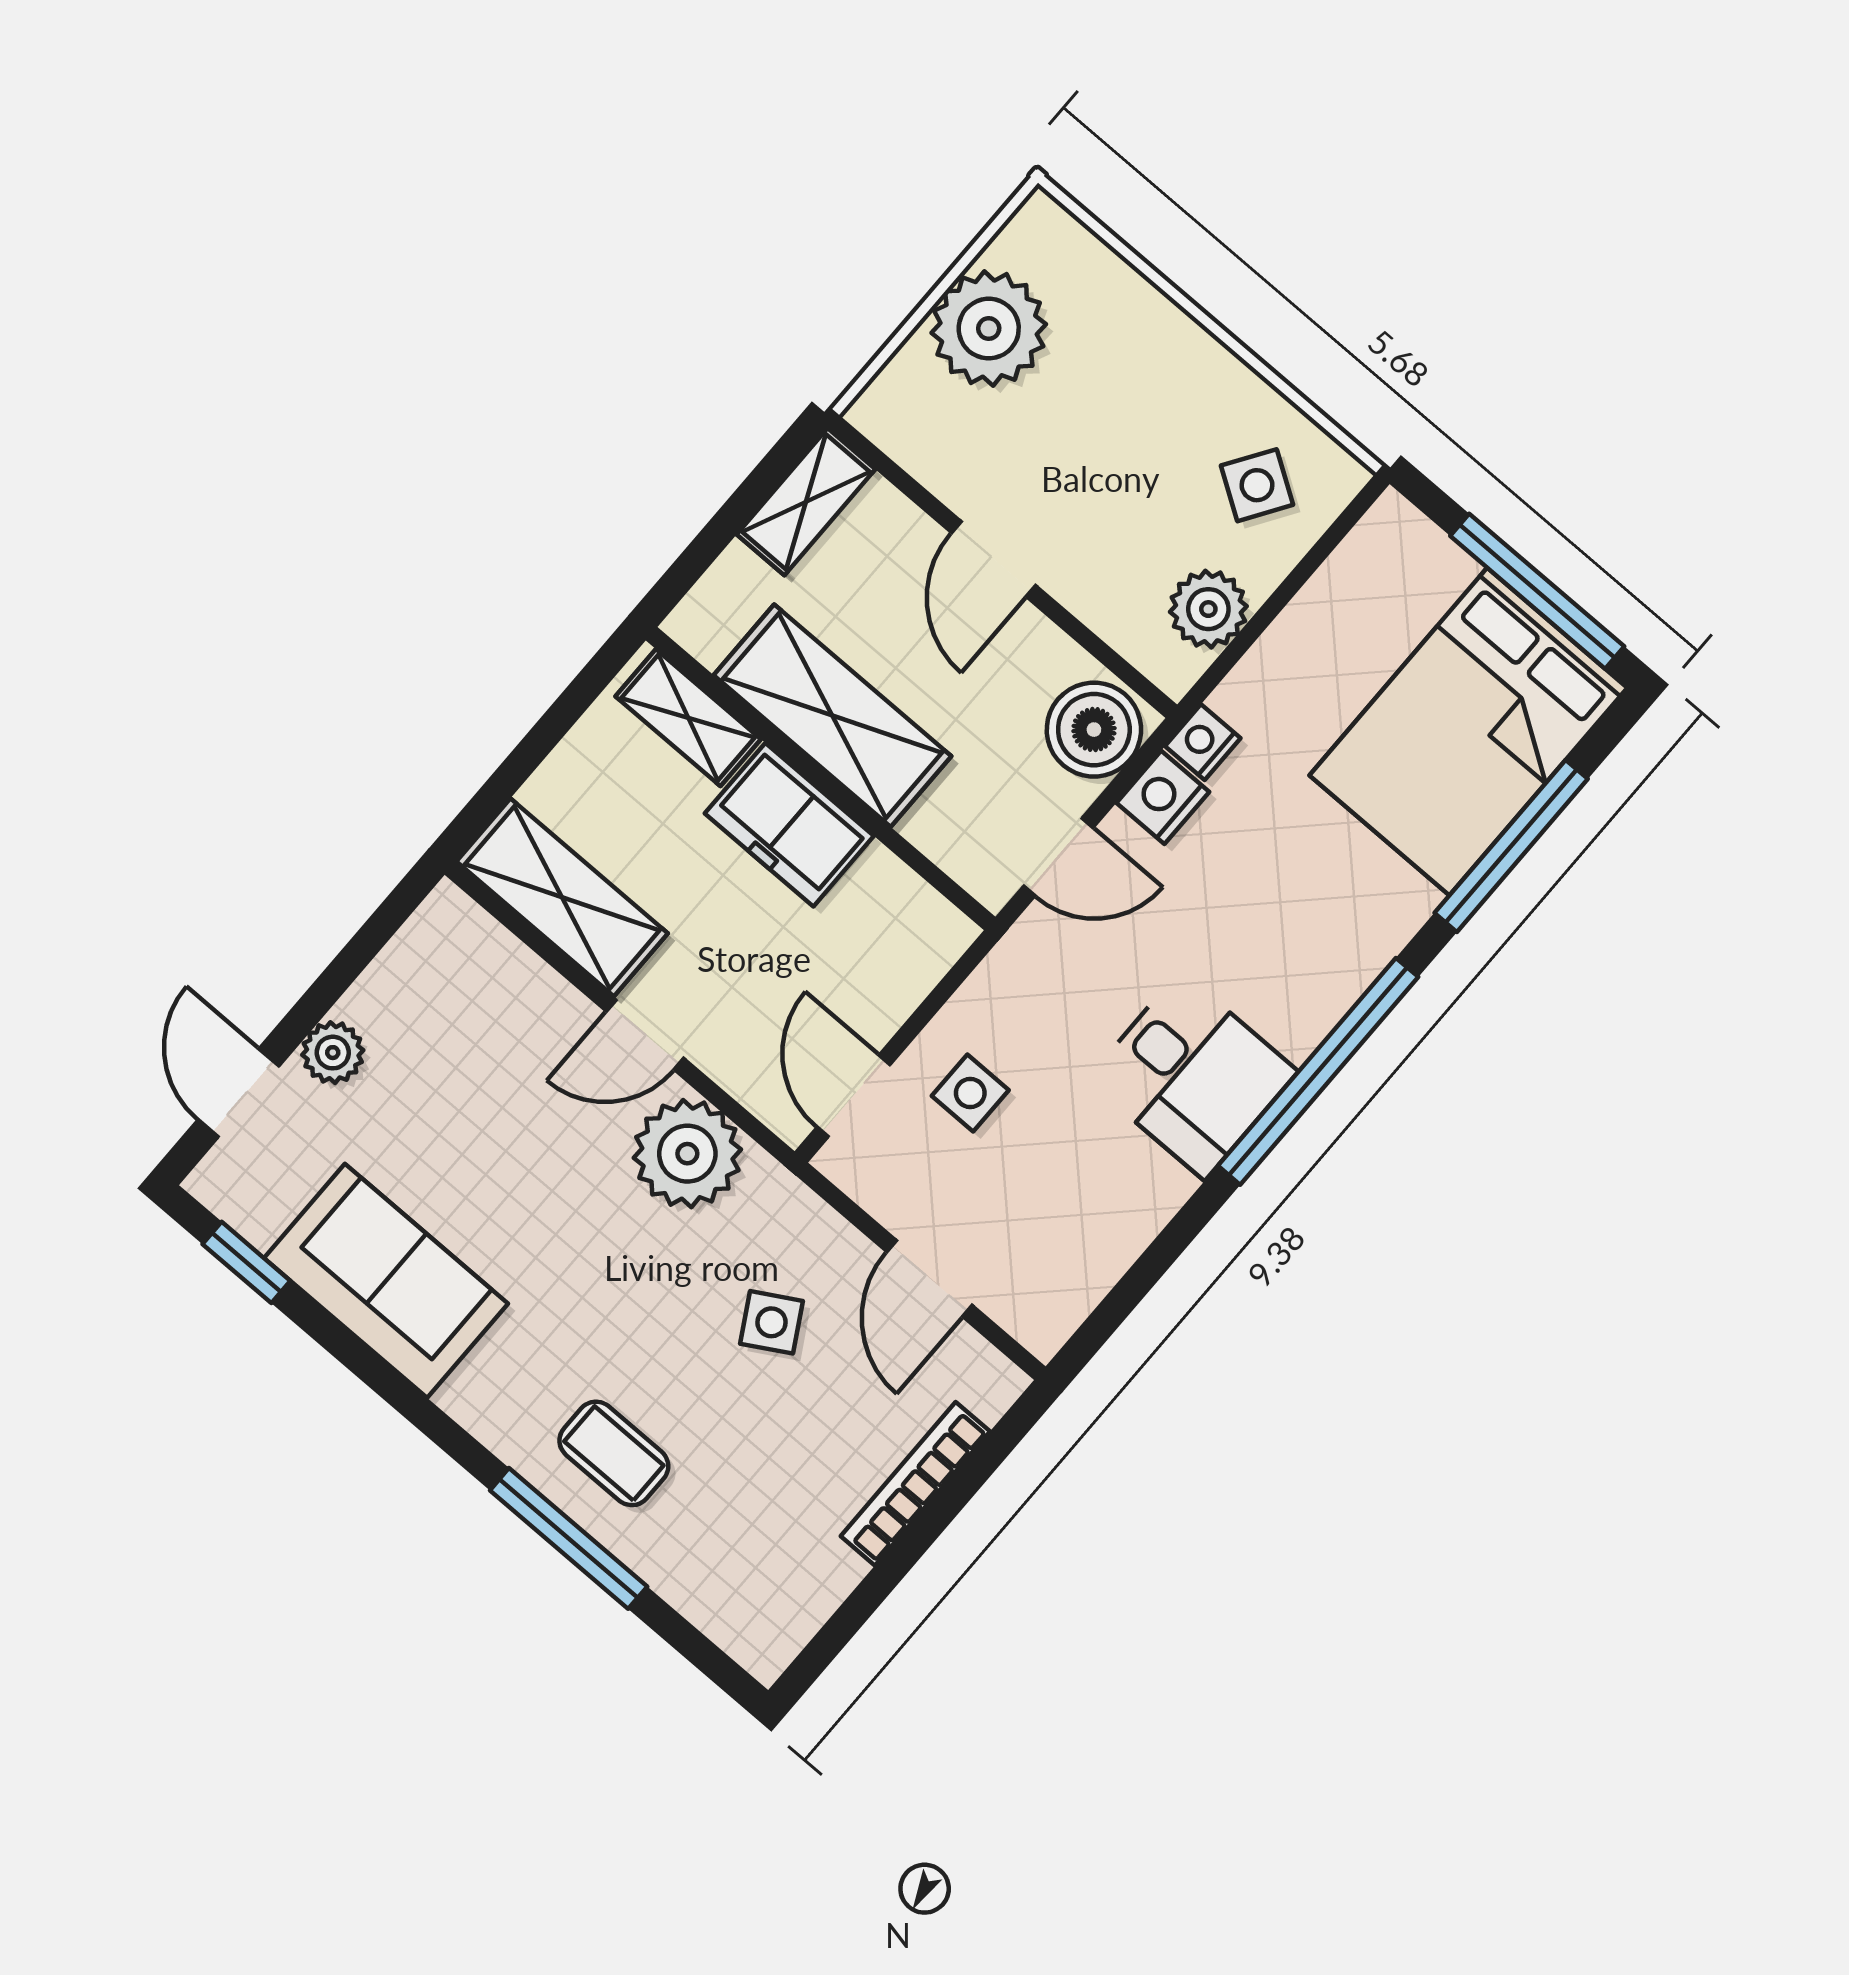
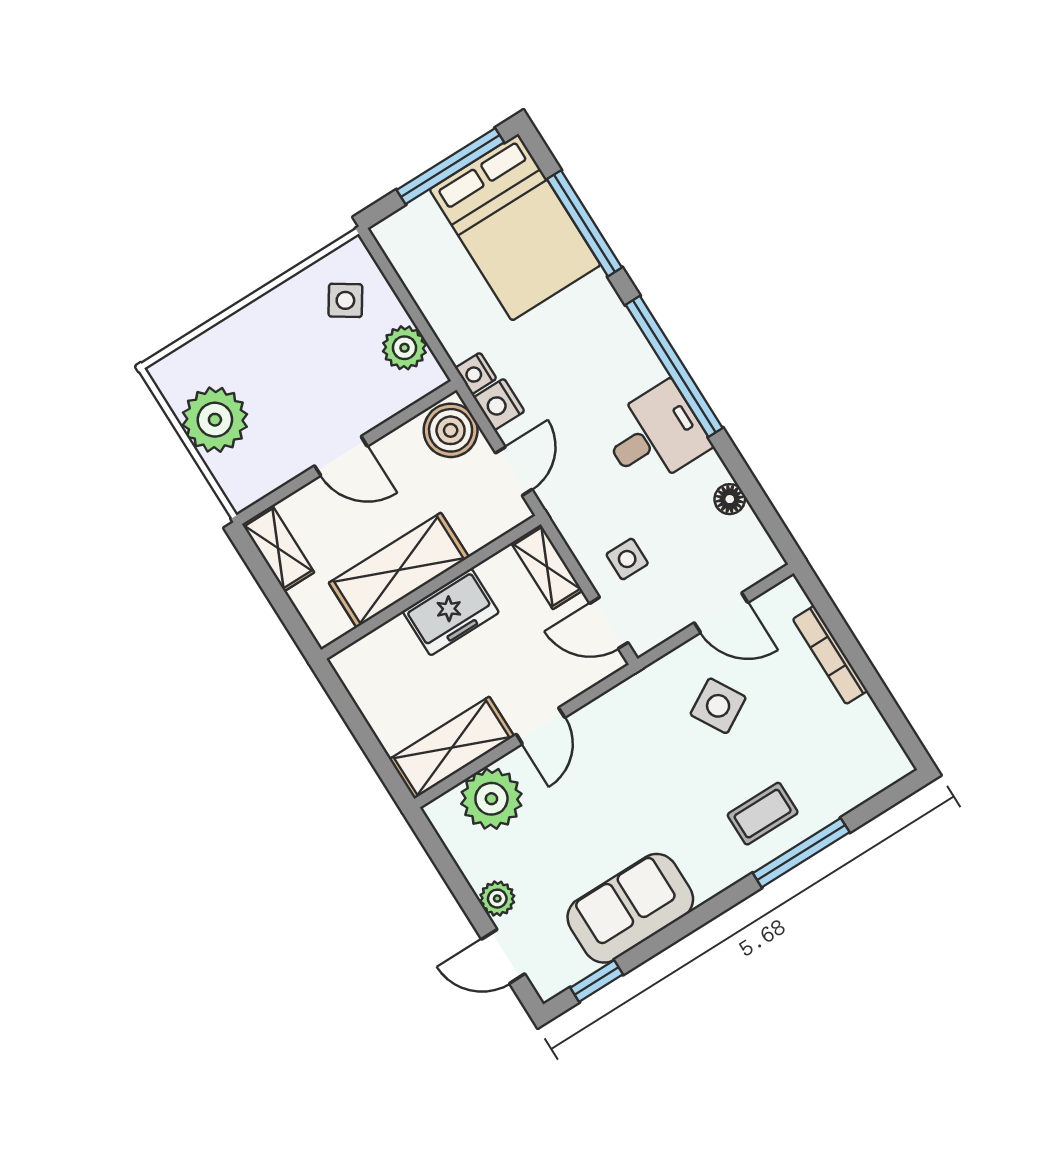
shelving: (688, 718) -> (547, 567), moved, turned 90
plant: (687, 1154) -> (491, 799), moved
floor lamp: (1124, 1234) -> (730, 499), added
side table: (771, 1322) -> (718, 706), width x1.37, depth x1.37

